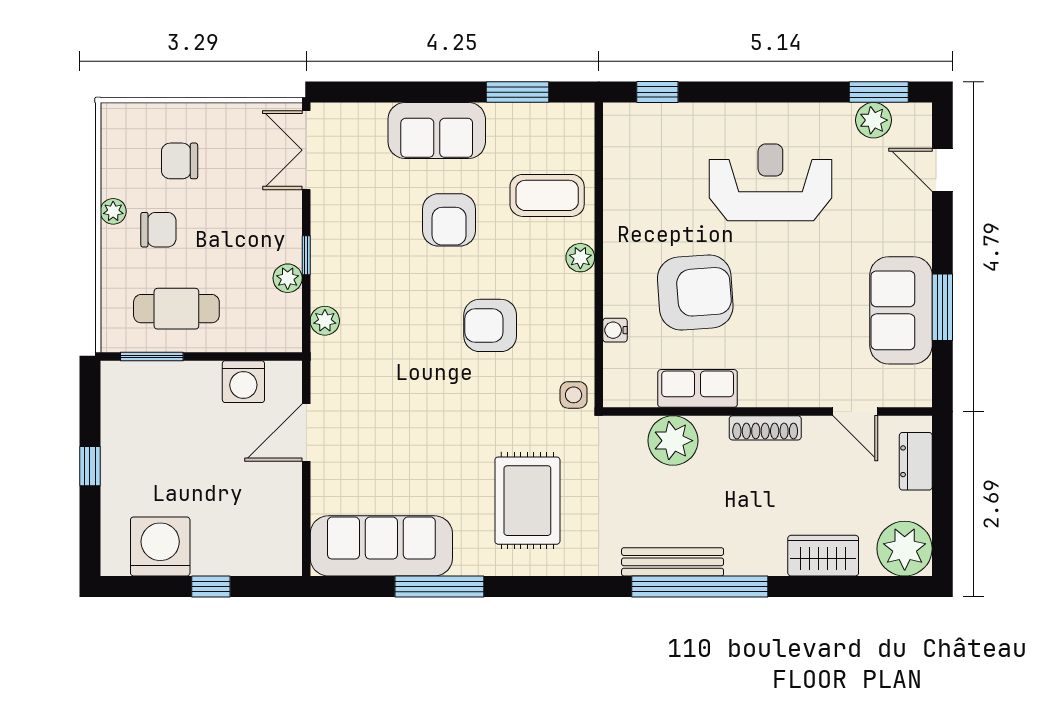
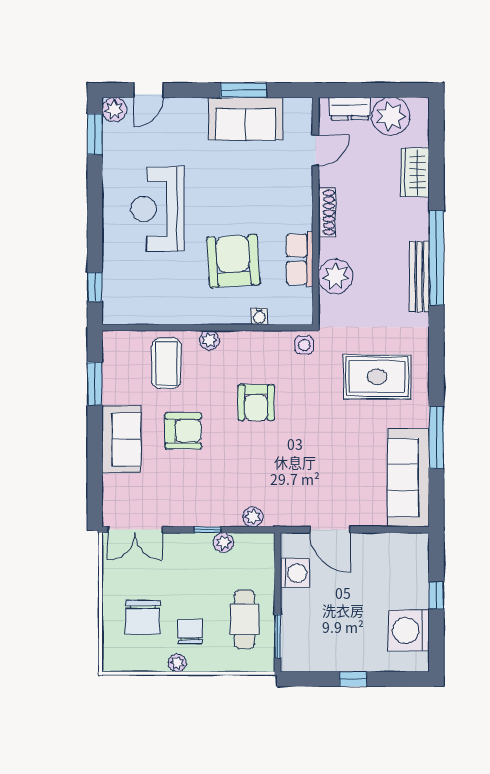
plant: (873, 120) -> (114, 110), moved
chair: (180, 161) -> (142, 617), width x1.37, depth x1.37
plant: (905, 549) -> (391, 116), moved

